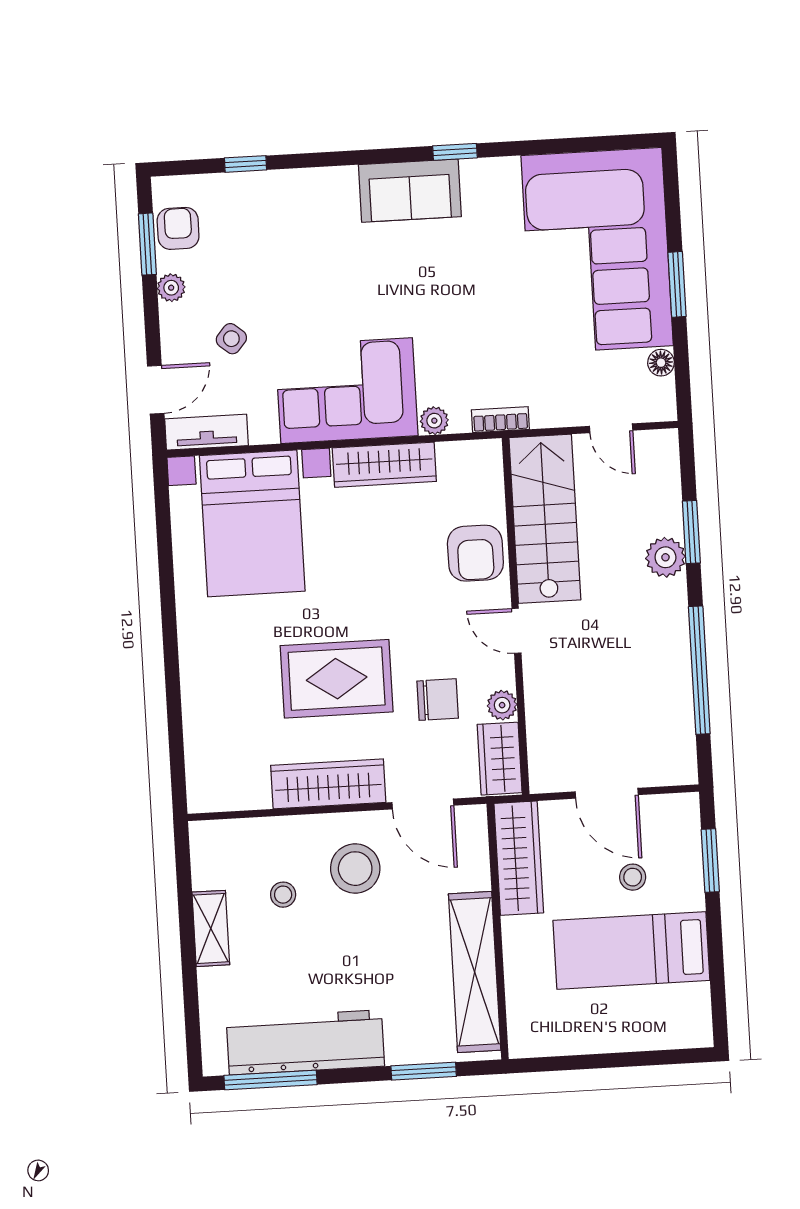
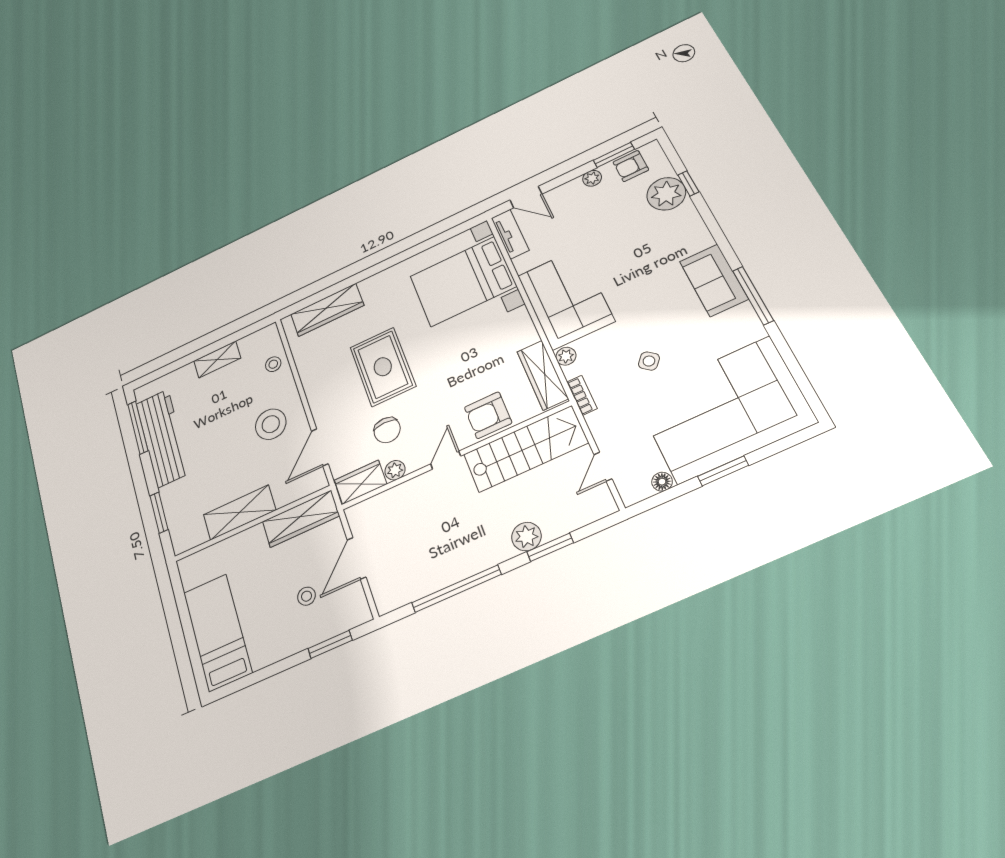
window: (455, 152) -> (753, 296), width x2.17
plant: (247, 199) -> (666, 194), added
armchair: (178, 228) -> (631, 166), turned 180
side table: (231, 339) -> (649, 361), moved
wardrobe: (384, 465) -> (543, 375), moved
wardrobe: (328, 784) -> (327, 310), moved, turned 90
stool: (283, 895) -> (273, 364), moved
bed: (631, 950) -> (217, 632), moved
shelving: (475, 972) -> (240, 512), width x0.68

